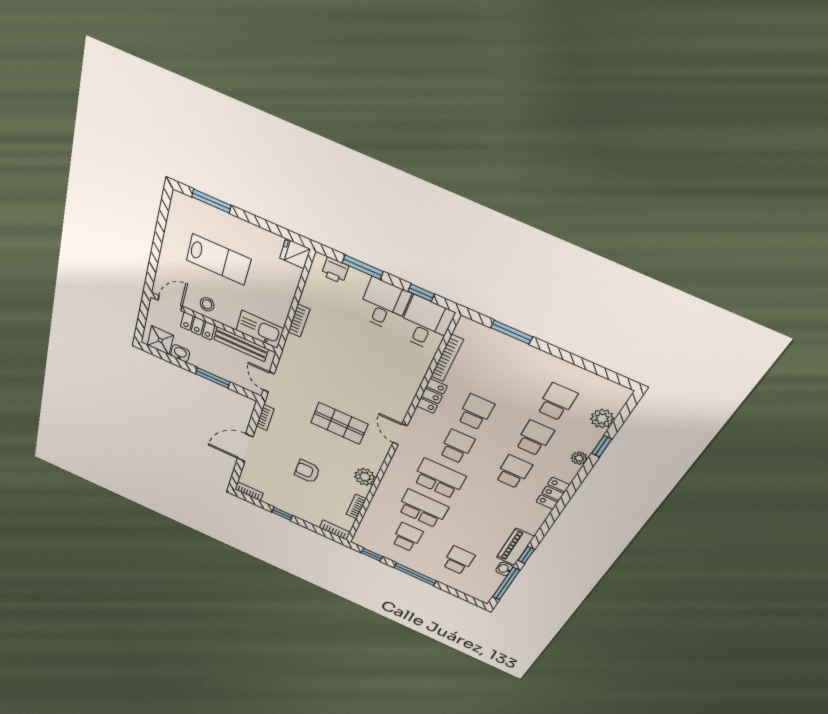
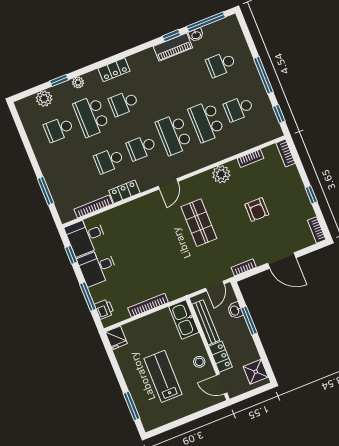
bookcase: (299, 321) -> (148, 305), width x1.56
washbasin: (180, 353) -> (235, 310), moved
school desk: (534, 438) -> (91, 116), width x1.85

